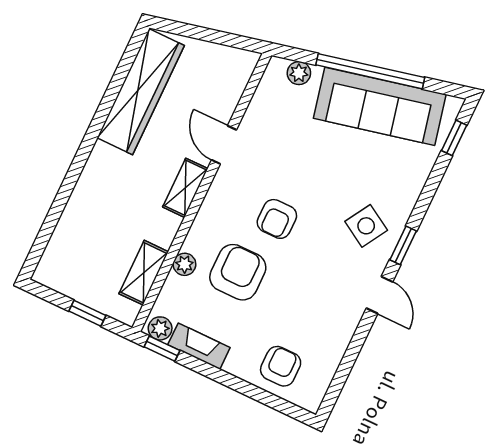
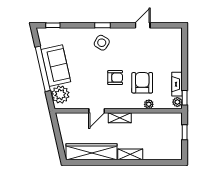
plant: (299, 73) -> (60, 94), width x1.88, depth x1.88
sofa: (380, 106) -> (56, 66), width x0.73
armchair: (238, 272) -> (142, 83), turned 90
shelving: (144, 273) -> (130, 154), moved
door: (379, 295) -> (143, 25), moved
armchair: (281, 366) -> (170, 50), removed

